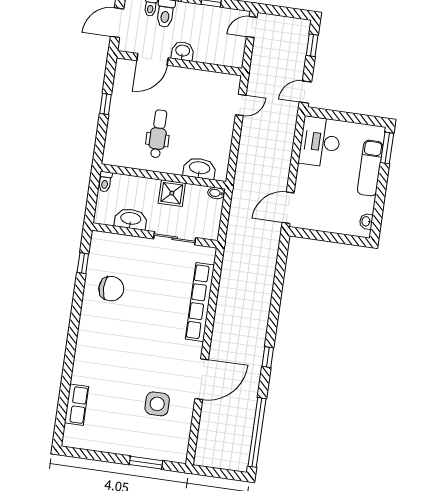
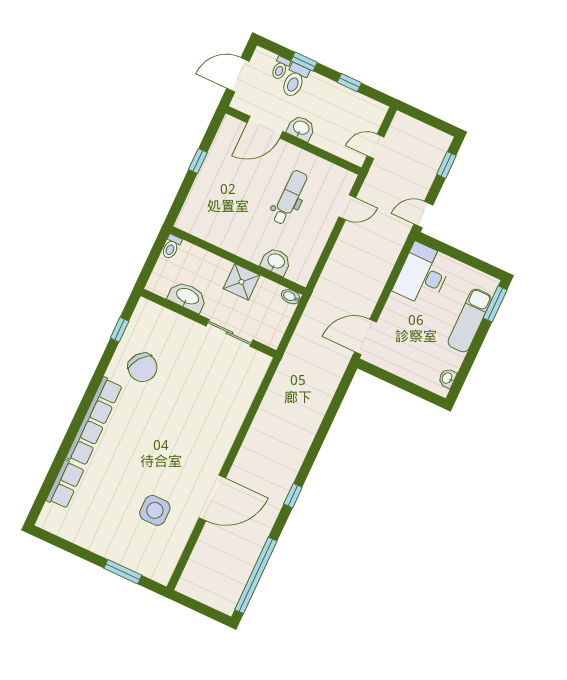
door: (252, 27) -> (376, 146), moved
dental chair: (158, 134) -> (290, 197), moved
washbasin: (199, 168) -> (276, 262), width x0.72
chair: (111, 289) -> (143, 367), turned 37
row of seats: (200, 302) -> (94, 421), moved, turned 180

